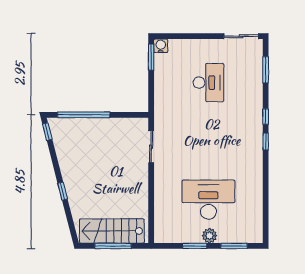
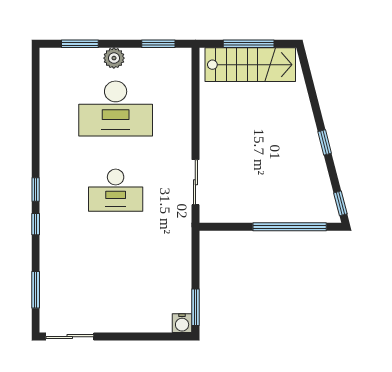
desk: (208, 83) -> (116, 190), moved, turned -90
window: (63, 191) -> (325, 142), moved
window: (195, 246) -> (158, 44), moved

